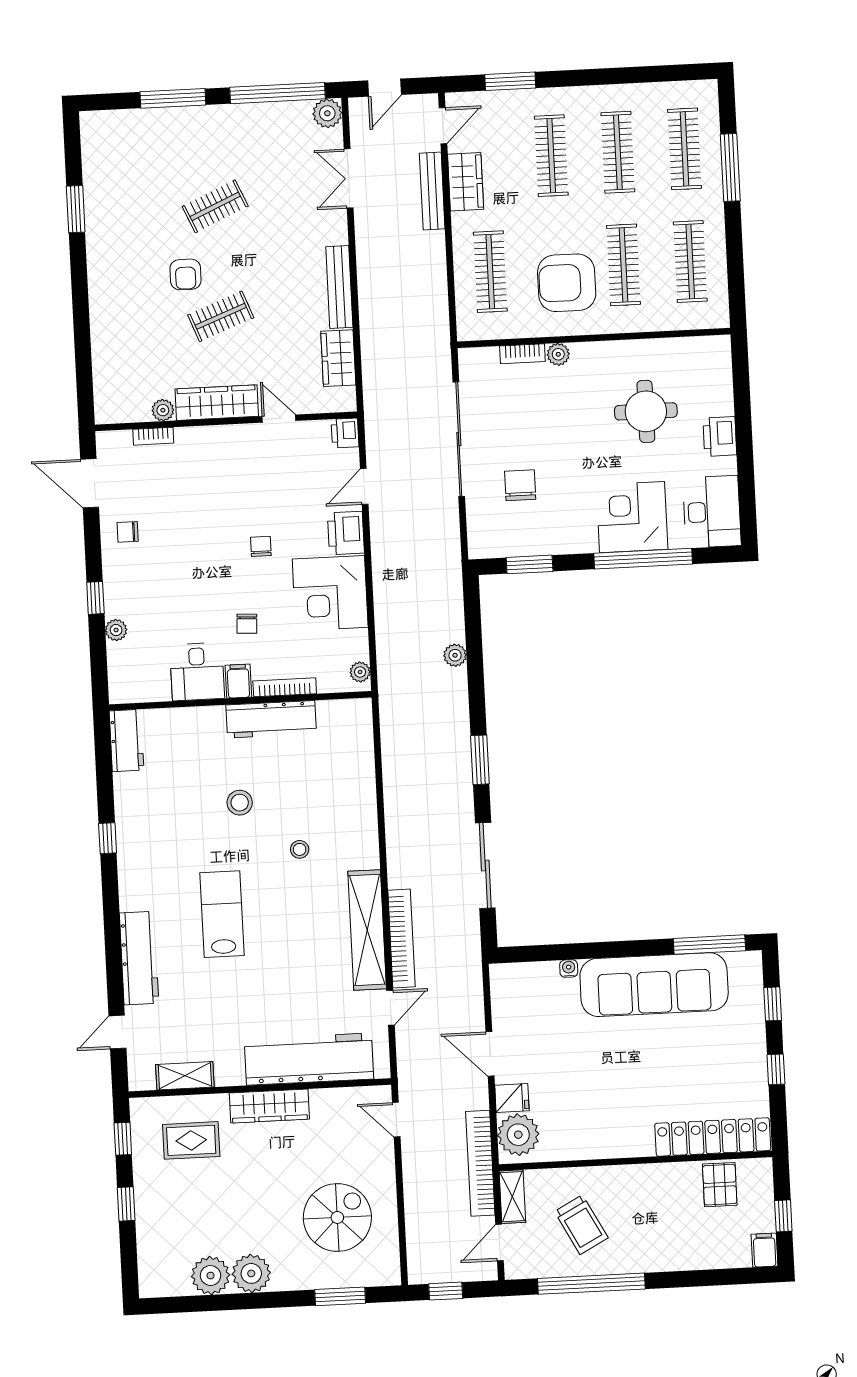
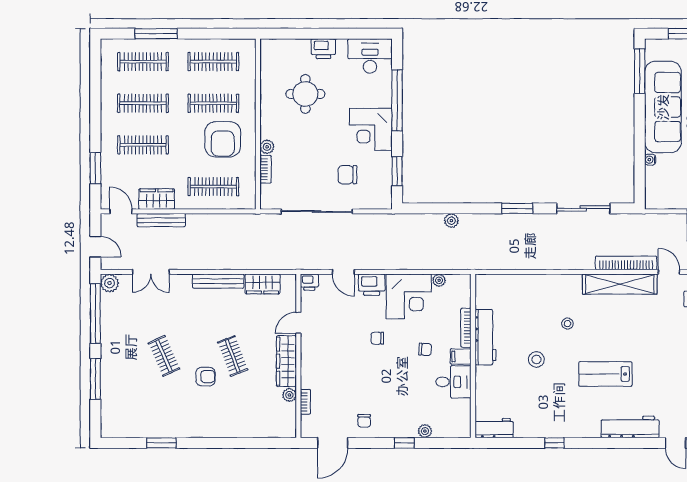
corner desk: (632, 517) -> (371, 129), moved
plant: (360, 672) -> (439, 280), moved

